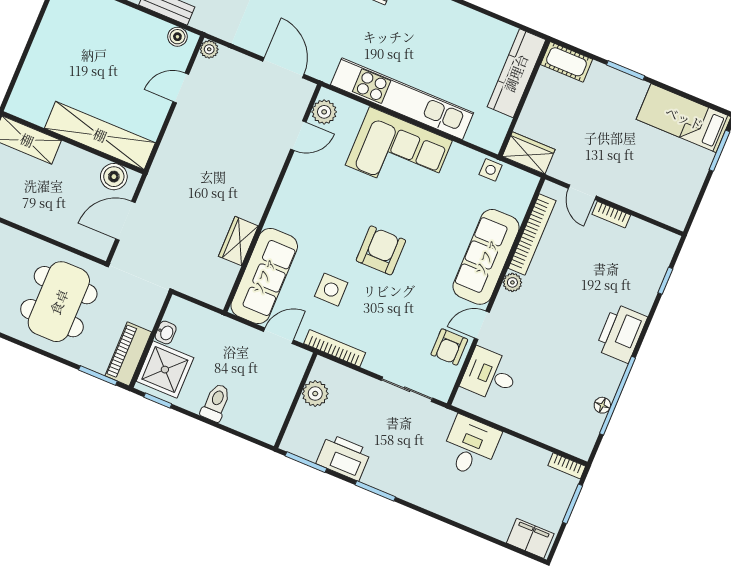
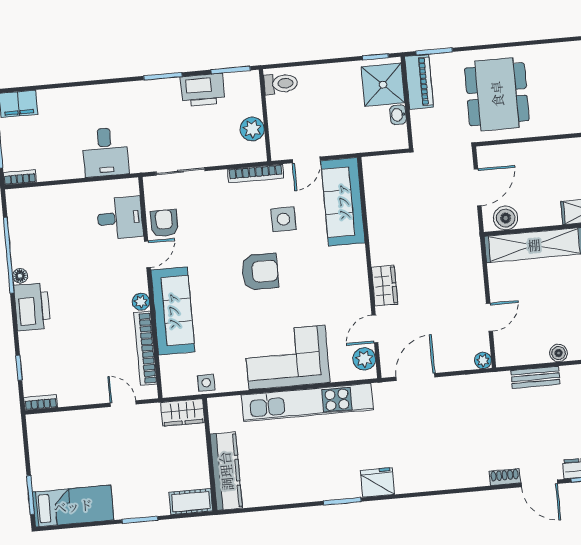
boiler: (177, 37) -> (559, 353), moved
door: (283, 68) -> (416, 377), swing flipped
bookcase: (611, 215) -> (41, 402), moved
wardrobe: (238, 241) -> (385, 286), moved
armchair: (381, 250) -> (260, 272), turned -90
toilet: (216, 403) -> (281, 84), moved, turned -90
floor lamp: (602, 405) -> (20, 276), moved

